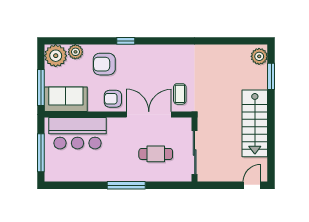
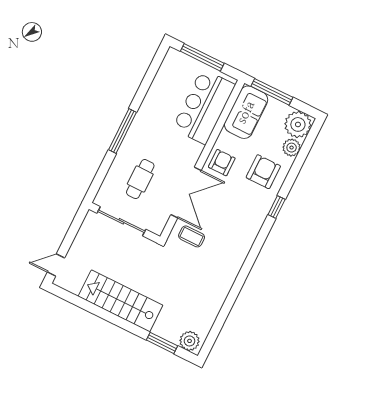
door: (252, 185) -> (56, 265), swing flipped

